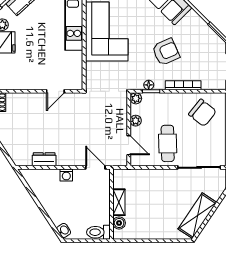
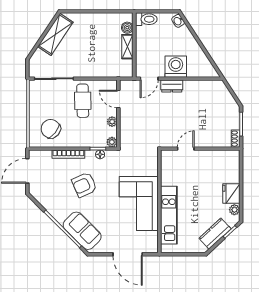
dresser: (44, 159) -> (172, 86), moved
door: (95, 167) -> (149, 79), hinge flipped
washing machine: (66, 175) -> (176, 67), width x1.89, depth x1.89

